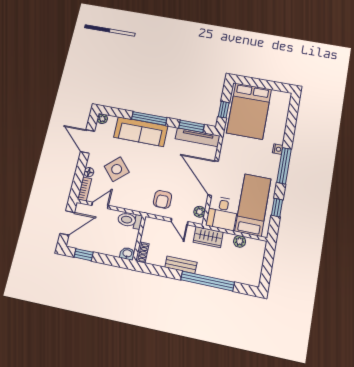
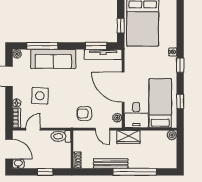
window: (149, 118) -> (42, 46), moved
window: (284, 166) -> (180, 65), width x0.46
side table: (117, 169) -> (40, 96), turned 45
armchair: (162, 199) -> (84, 114), turned 90
door: (67, 223) -> (9, 149), hinge flipped
plant: (240, 241) -> (172, 135), moved
washbasin: (127, 254) -> (18, 164), moved
window: (84, 255) -> (45, 172), moved
bench: (181, 265) -> (111, 164), width x1.36

